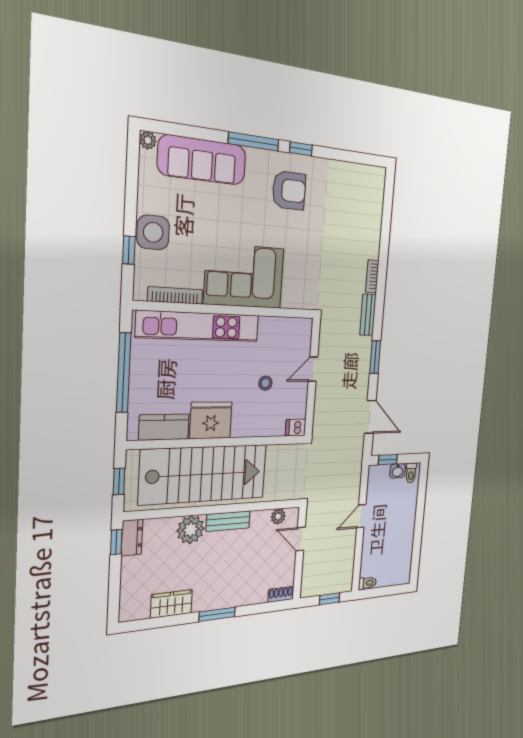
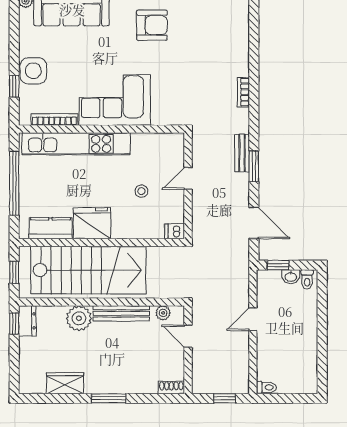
bench: (368, 315) -> (242, 153), moved
bench: (228, 521) -> (121, 313), width x1.36

